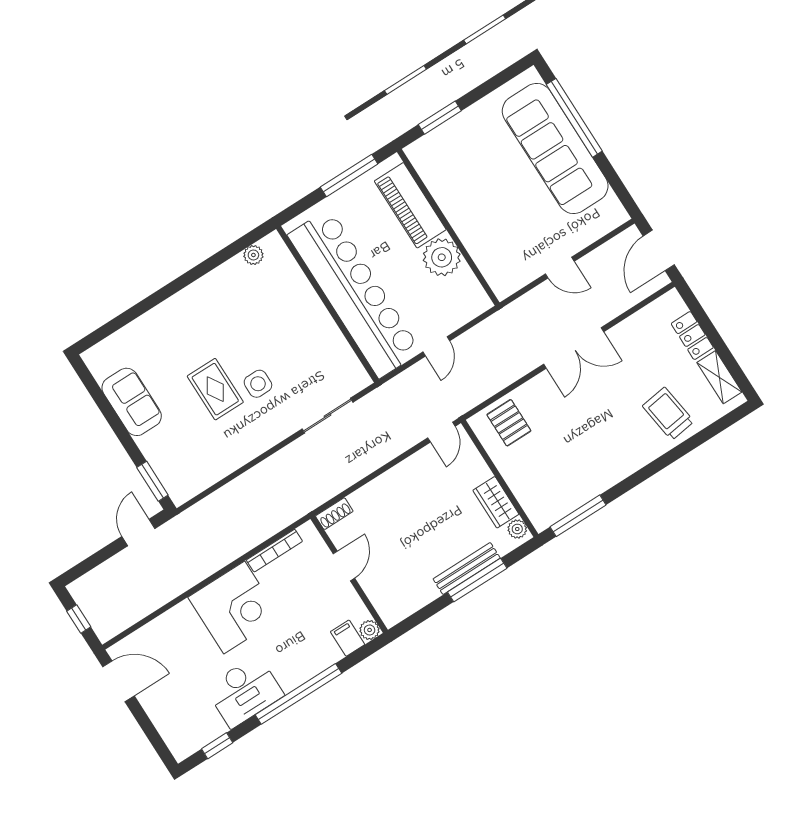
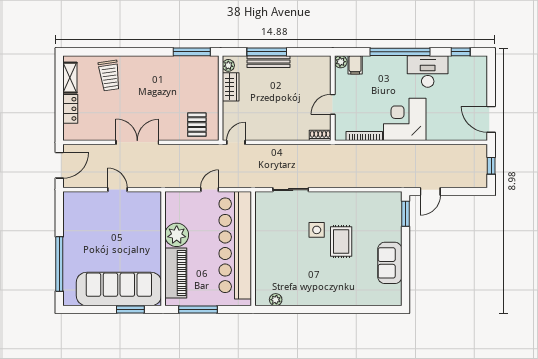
sofa: (555, 149) -> (119, 289), moved, turned -90

